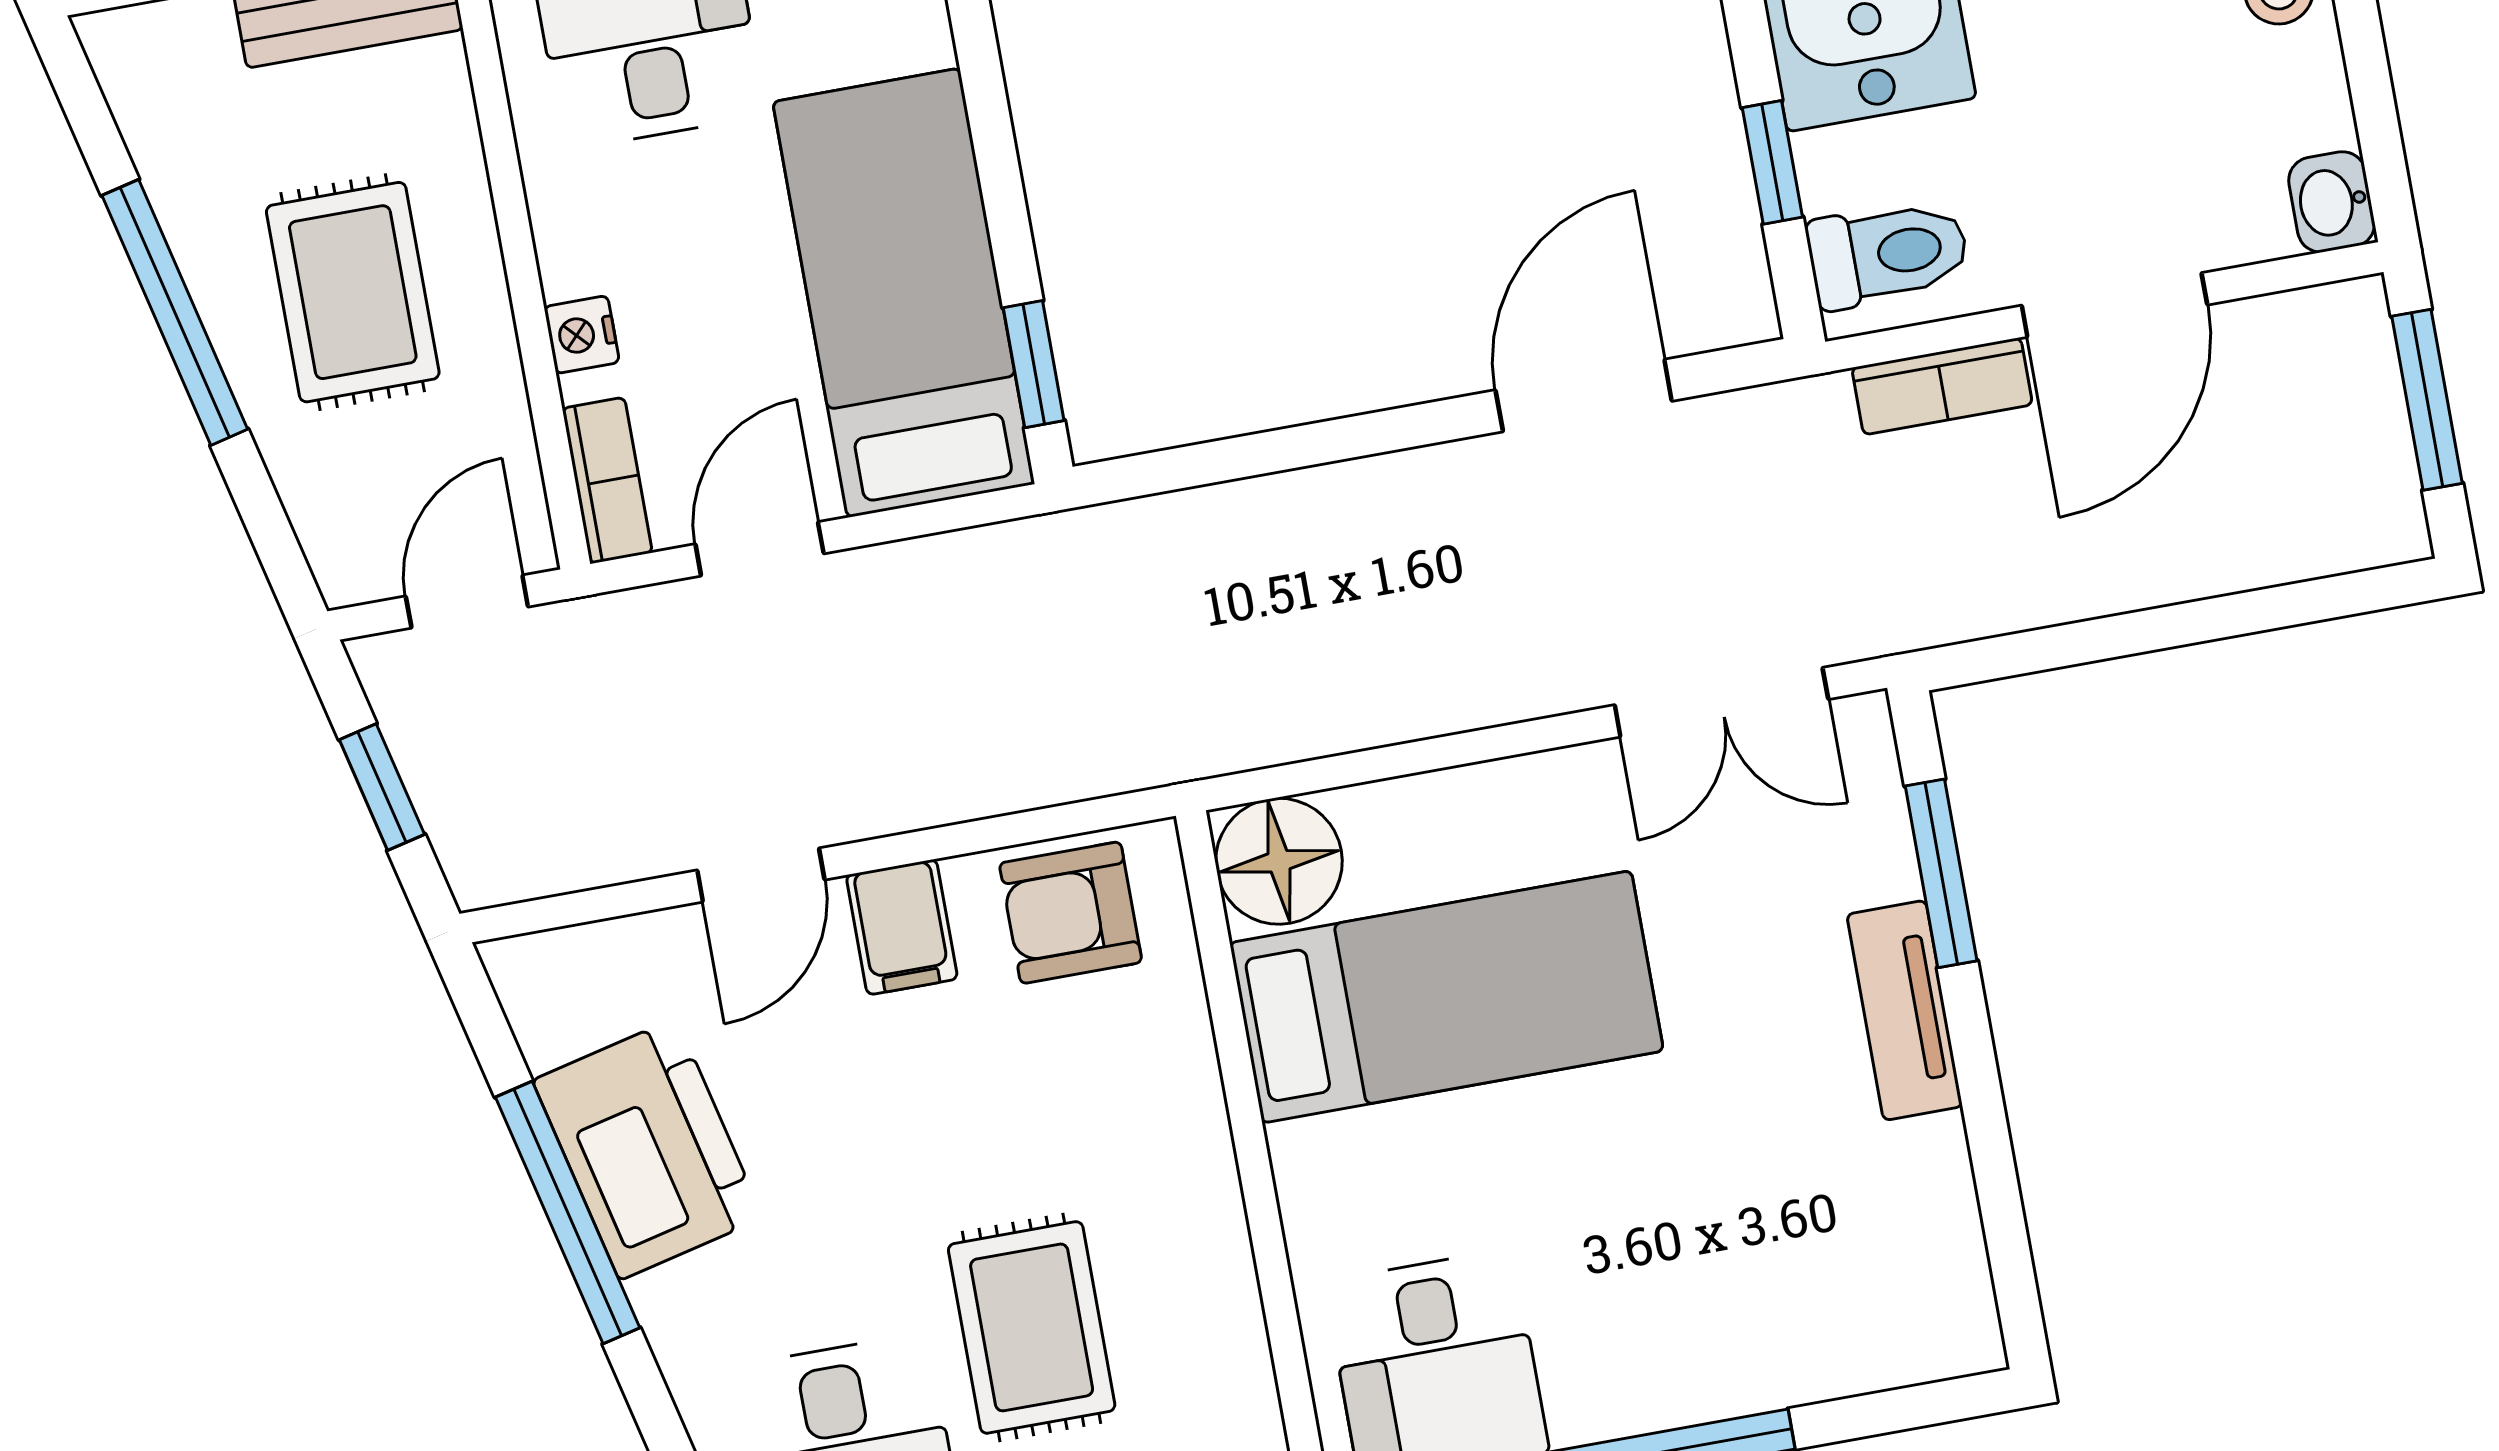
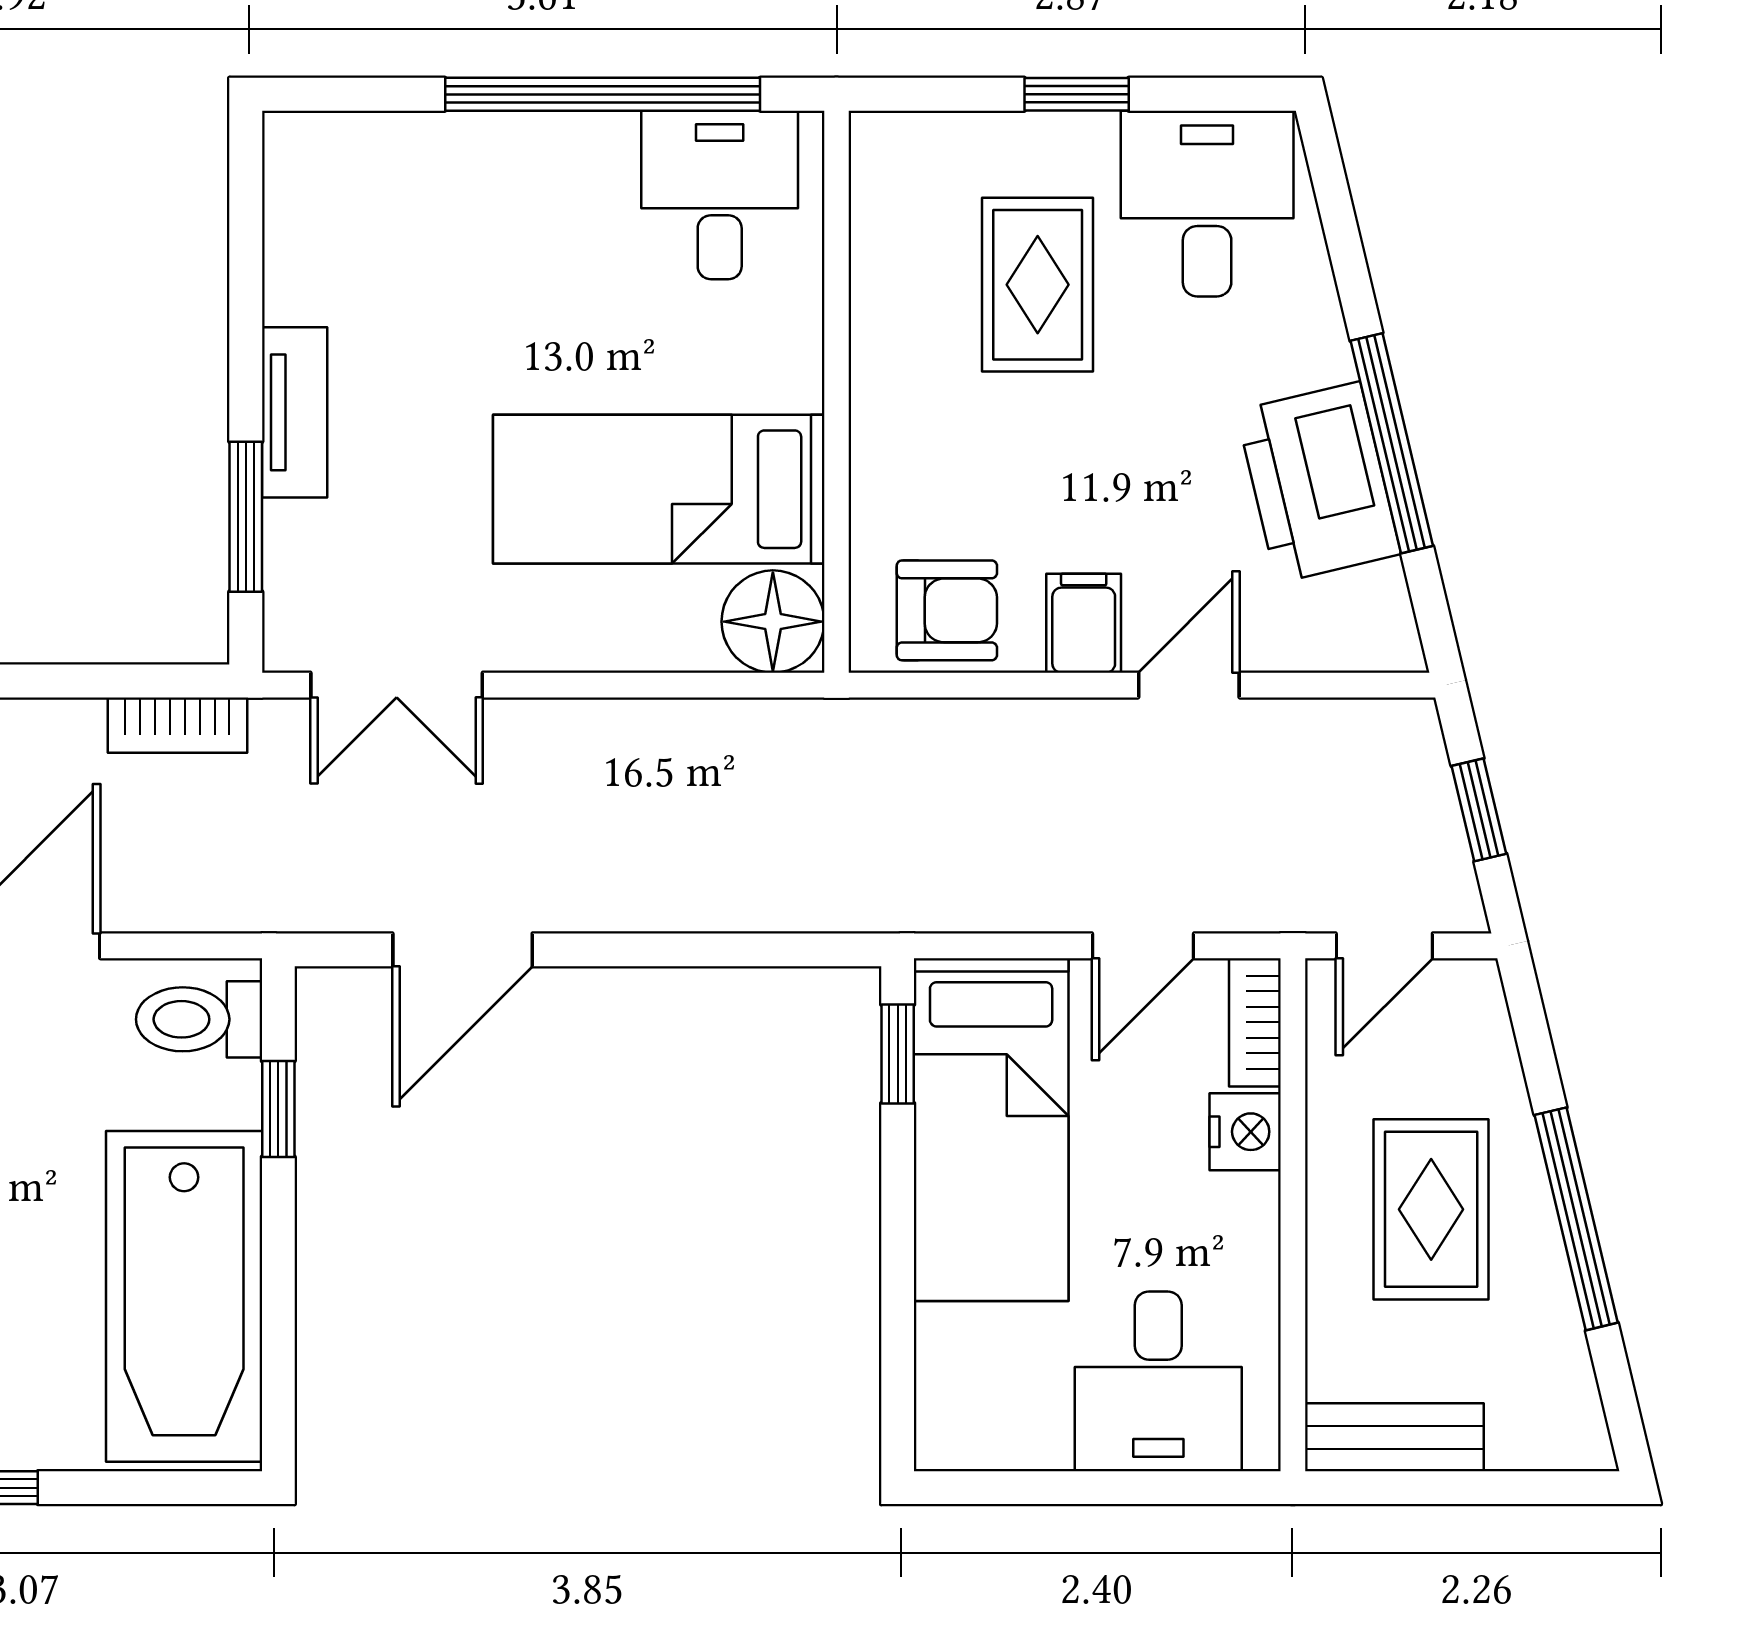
nightstand: (582, 335) -> (1245, 1132), width x1.39, depth x1.35
bookcase: (1942, 386) -> (177, 725), moved, turned 180
double door: (1721, 702) -> (397, 685), swing flipped

